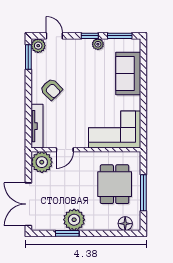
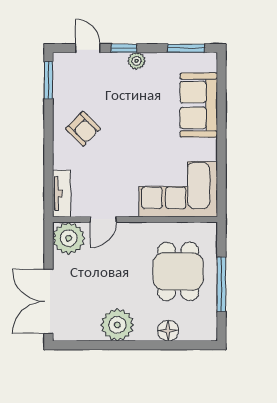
window: (90, 36) -> (124, 48), moved
plant: (98, 44) -> (137, 61), moved
plant: (38, 46) -> (63, 63), removed
tv unit: (37, 126) -> (62, 194), width x0.71
floor lamp: (125, 224) -> (168, 331), moved
window: (67, 233) -> (107, 345), removed

